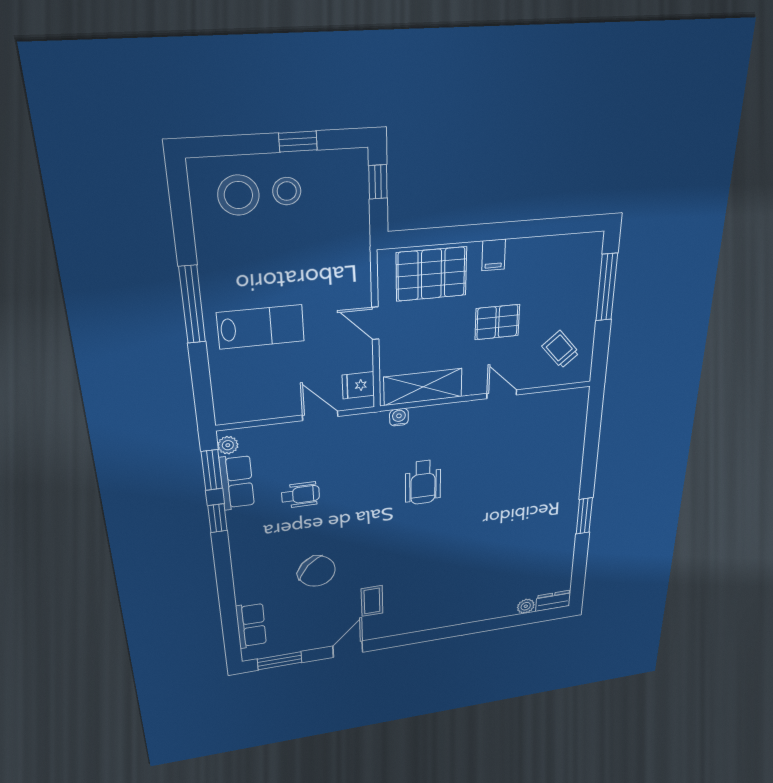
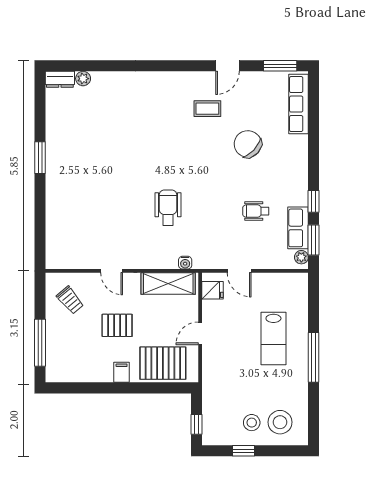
door: (375, 323) -> (200, 333), swing flipped
lab bench: (261, 327) -> (273, 338), turned -90
coffee table: (372, 601) -> (207, 109), turned 90
row of seats: (251, 625) -> (298, 104), width x1.48

